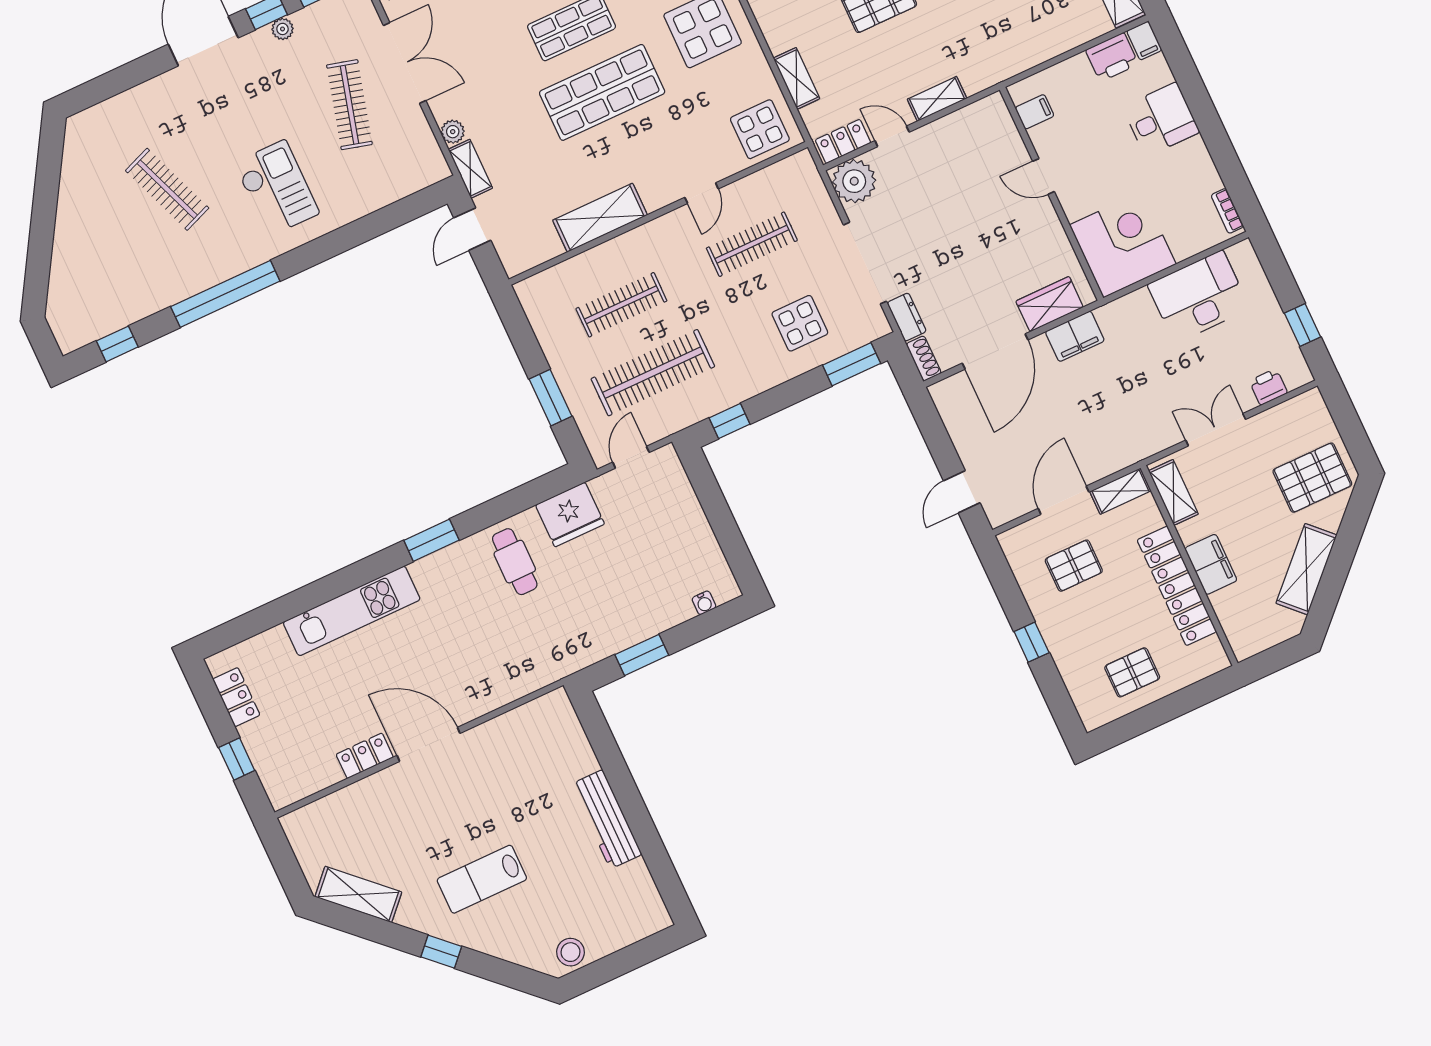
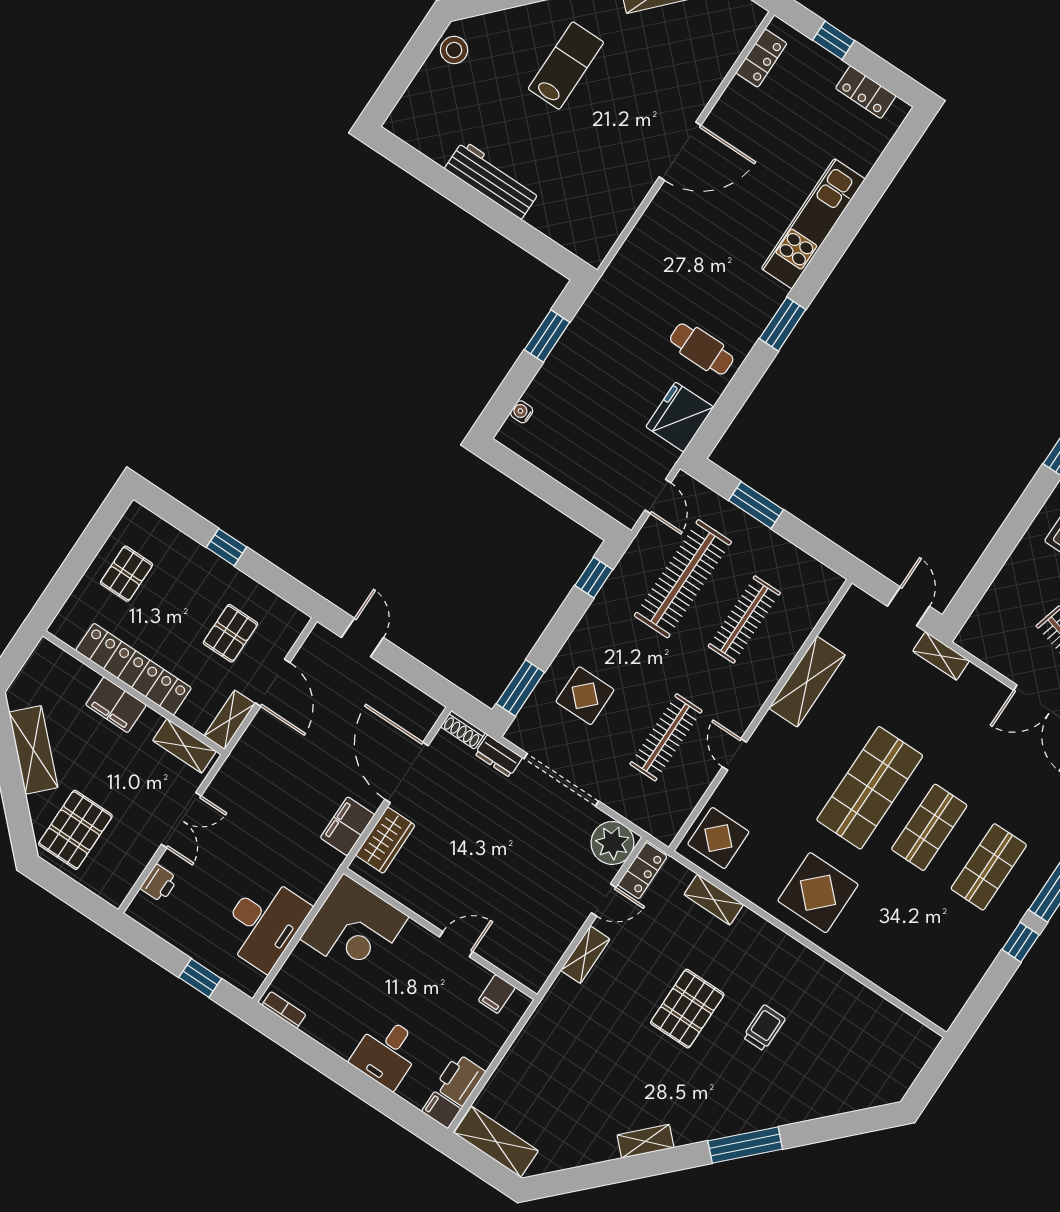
plant: (453, 132) -> (975, 678), removed
window: (1302, 325) -> (200, 978), moved
locker: (365, 756) -> (761, 58), moved

